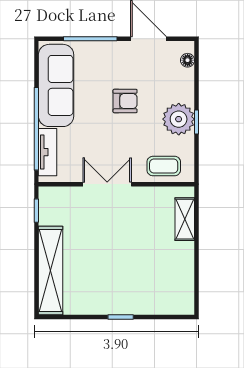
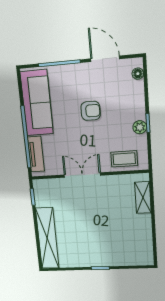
plant: (179, 119) -> (140, 127), width x0.53, depth x0.53

